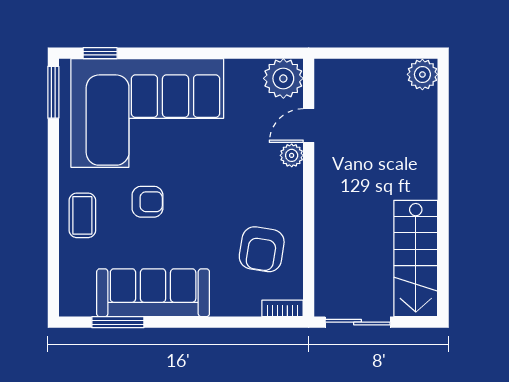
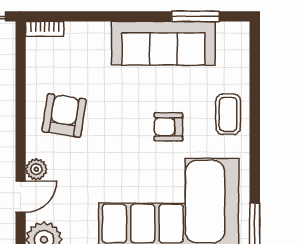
armchair: (262, 249) -> (64, 115), moved

